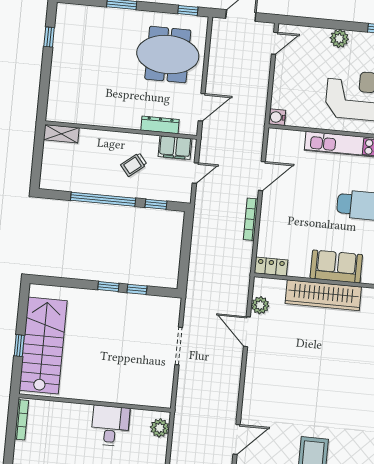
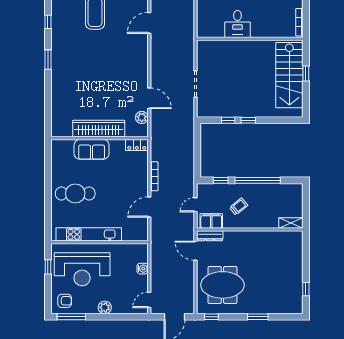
door: (202, 107) -> (195, 251), hinge flipped
water cooler: (277, 117) -> (143, 269), moved
dresser: (160, 125) -> (210, 236), moved
plant: (160, 428) -> (203, 26), removed

